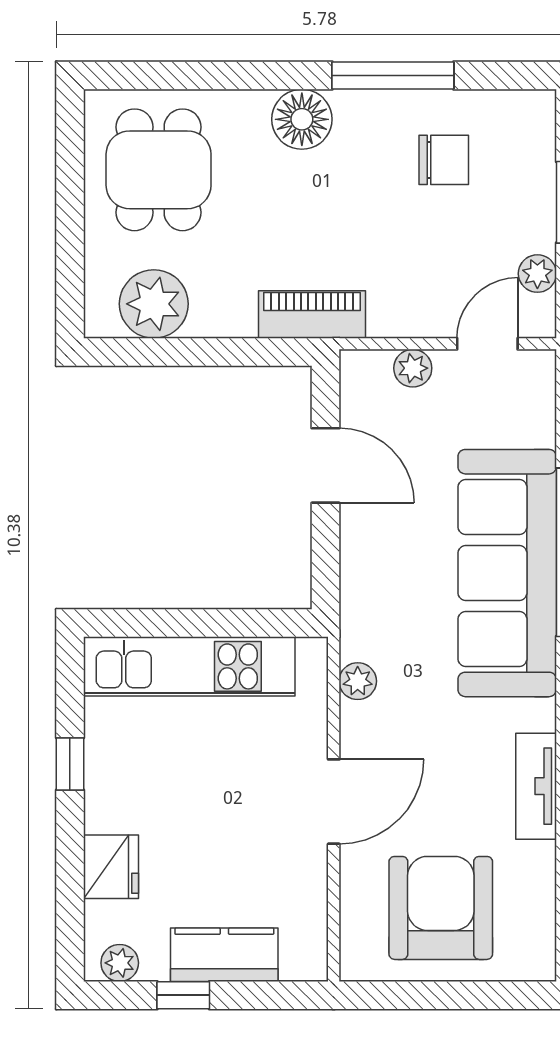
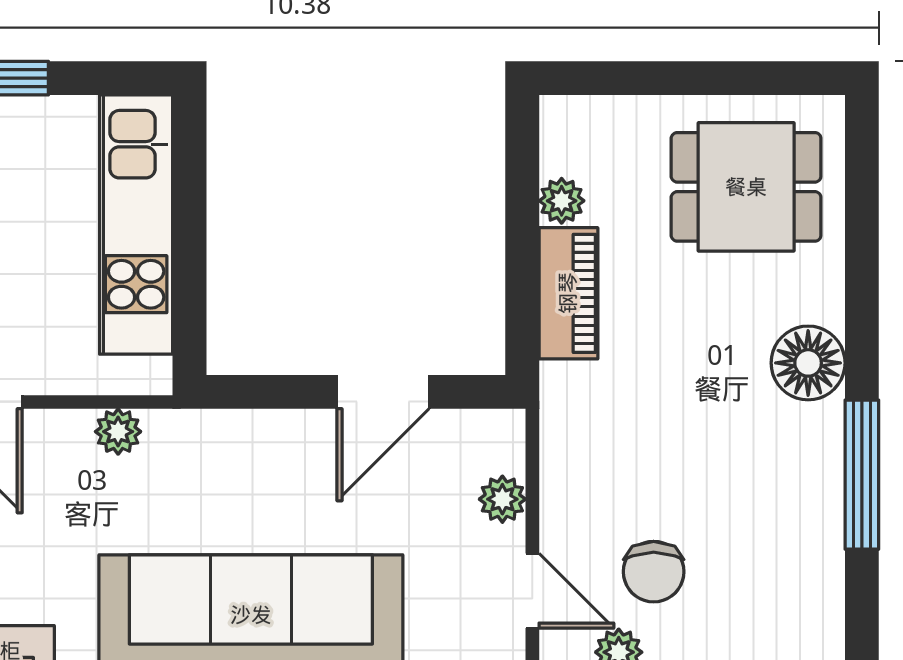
chair: (444, 160) -> (654, 572), moved
plant: (154, 304) -> (562, 201), width x0.53, depth x0.53
piano: (312, 314) -> (568, 293), moved

